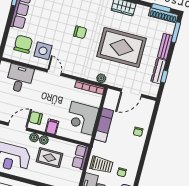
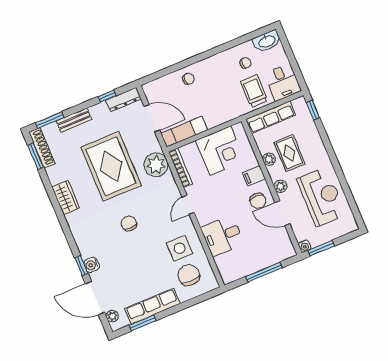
chair: (23, 44) -> (189, 275), turned 90
dresser: (158, 71) -> (124, 100), moved
door: (54, 73) -> (188, 205), moved
plant: (101, 78) -> (156, 165), width x1.87, depth x1.87
desk: (20, 79) -> (222, 236), moved
exam couch: (104, 125) -> (184, 132), moved
plant: (44, 140) -> (269, 159), moved
row of seats: (80, 157) -> (271, 117), width x1.48

